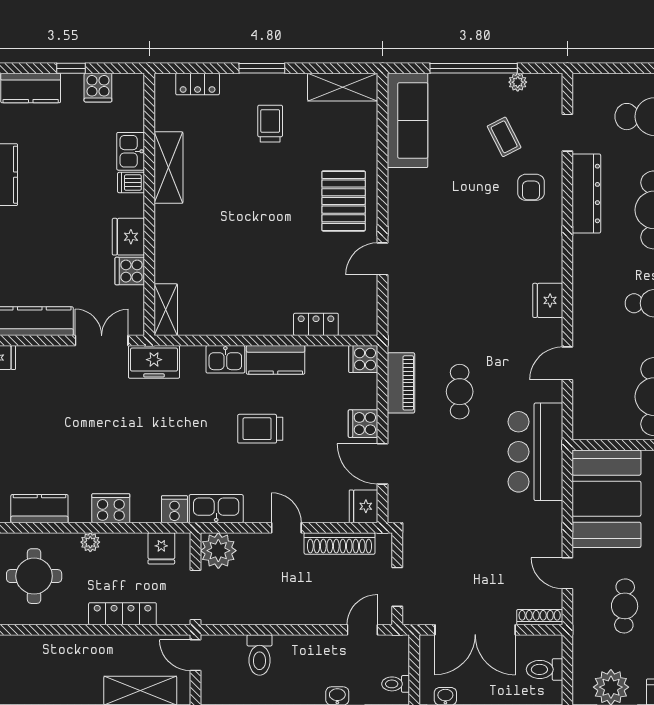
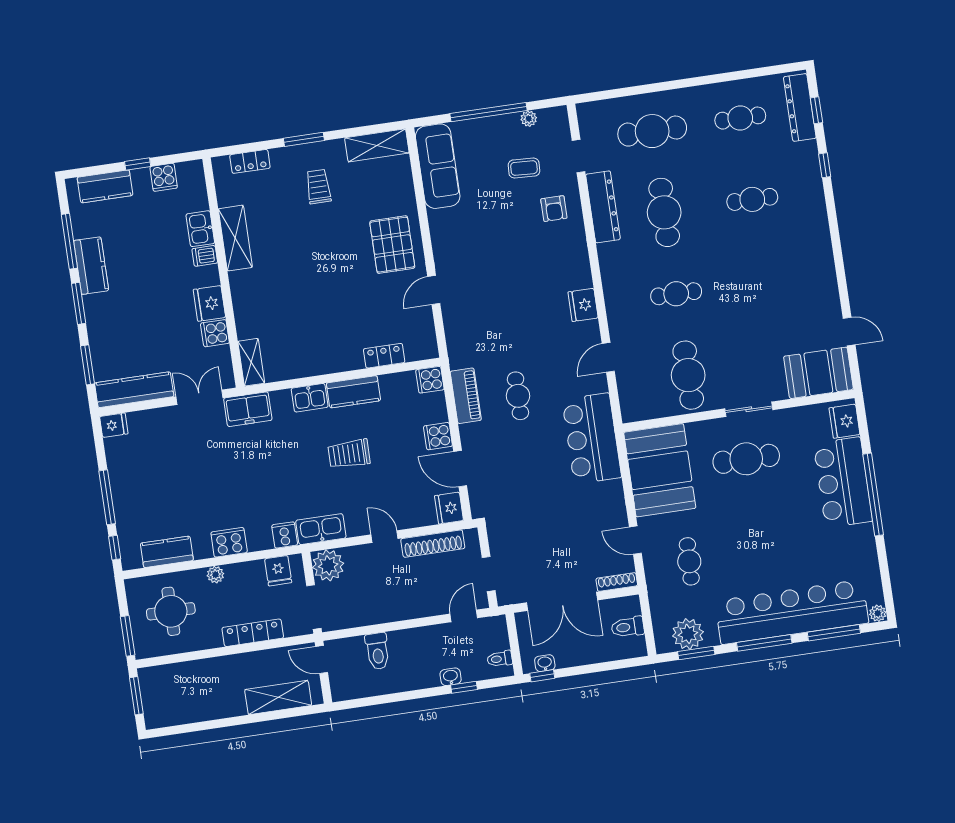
coffee table: (504, 137) -> (524, 168), turned -60

